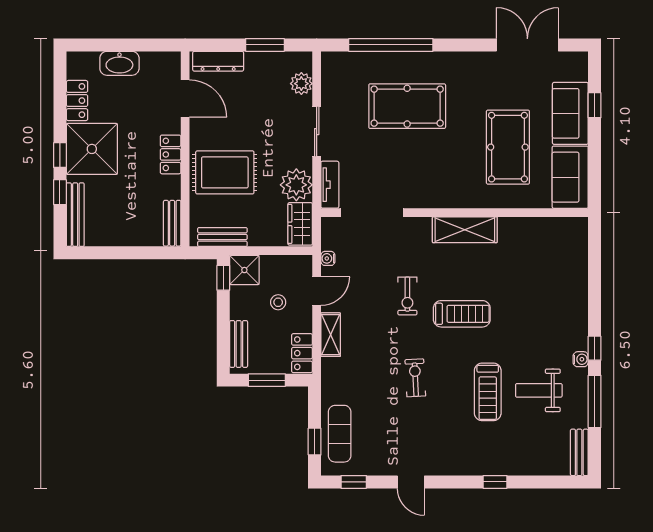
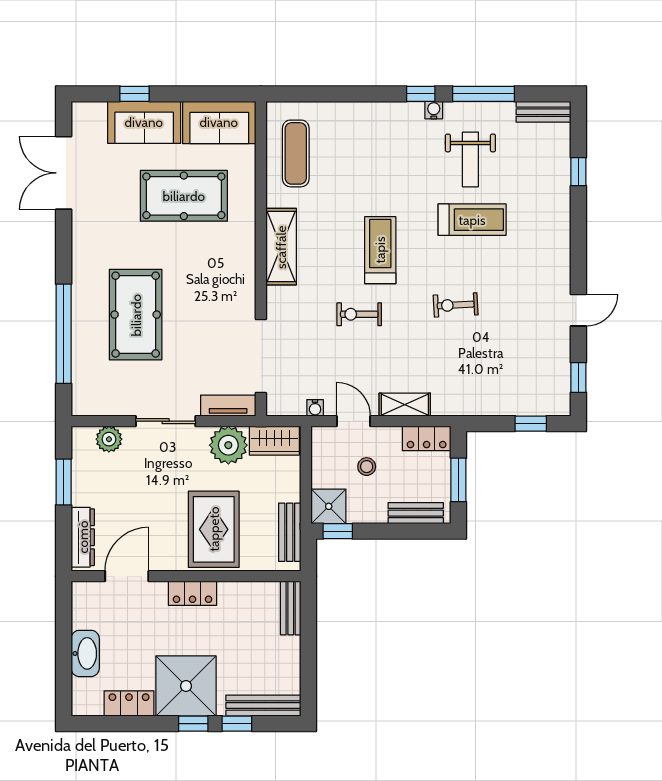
bench: (172, 223) -> (291, 608), moved, turned 90
exercise bike: (407, 296) -> (359, 314), turned 180
exercise mat: (340, 434) -> (296, 153), moved, turned 90
window: (495, 482) -> (578, 172), moved

